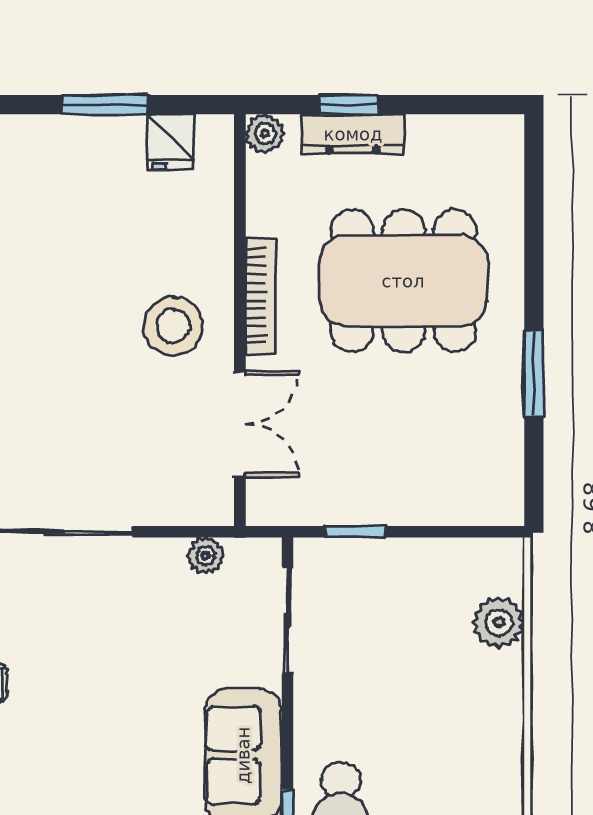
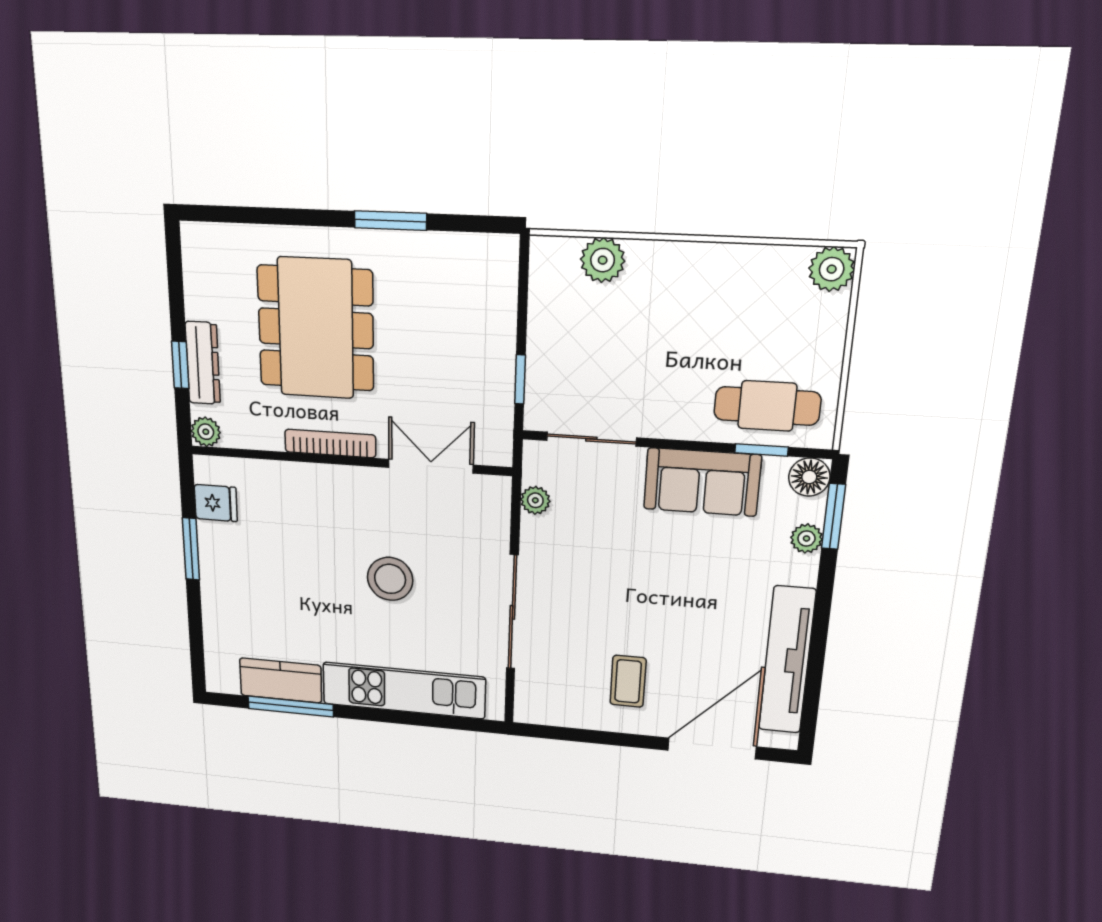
stool: (173, 326) -> (390, 579), moved

